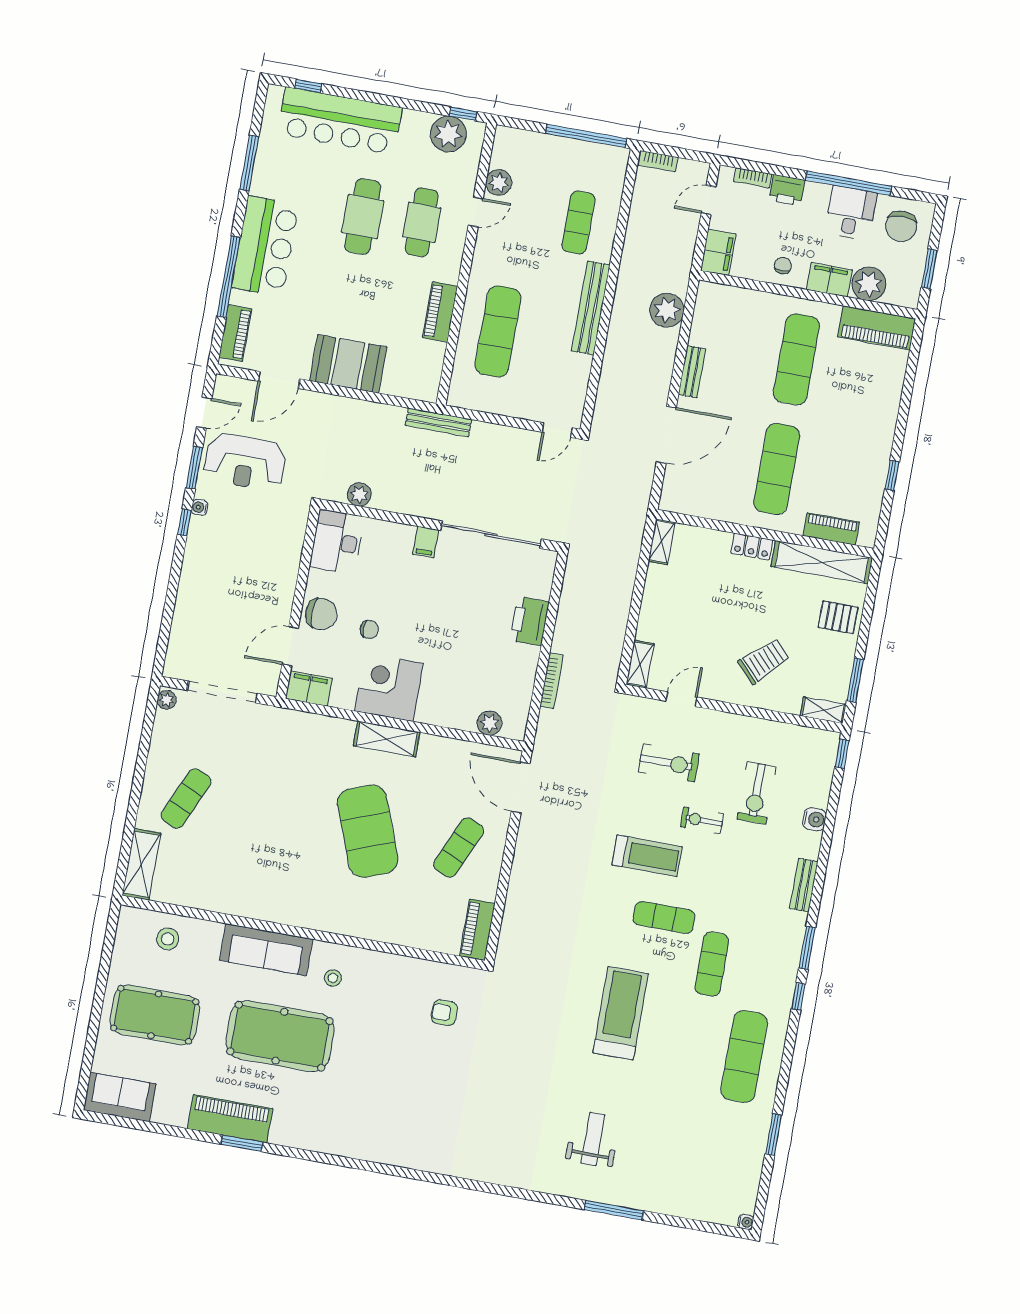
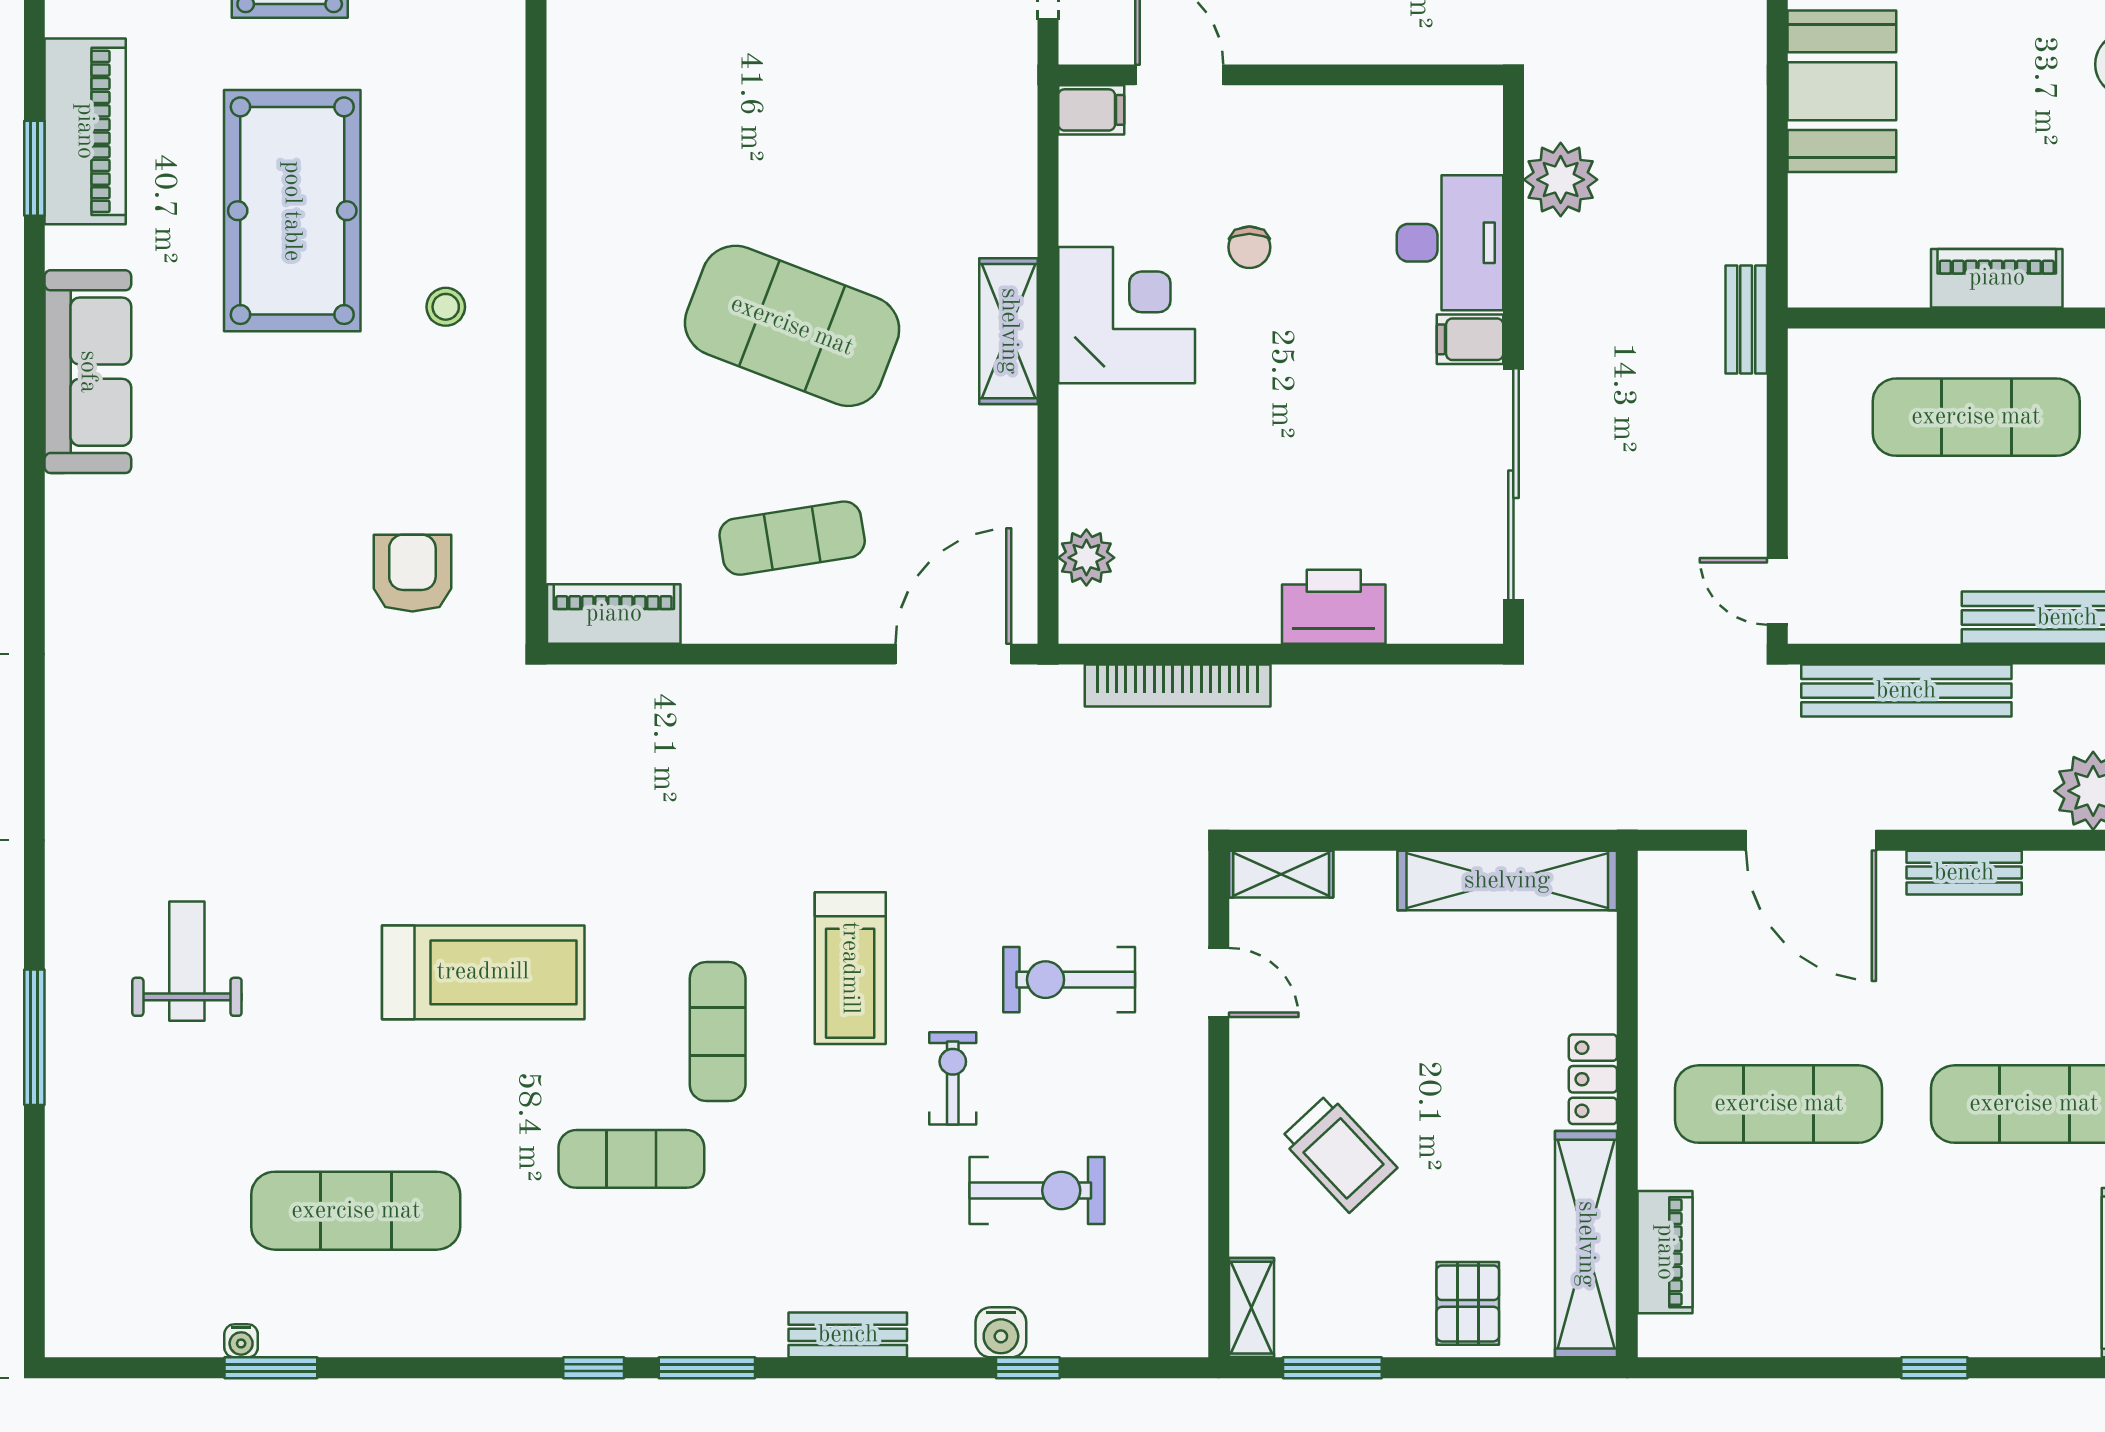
bench: (610, 382) -> (1906, 691), added
bench: (438, 422) -> (1746, 319), width x0.73
window: (892, 475) -> (1934, 1368), moved
plant: (359, 494) -> (1561, 180), width x1.36, depth x1.36
desk: (337, 542) -> (1450, 243), moved, turned 90
shelving: (662, 542) -> (1507, 881), width x2.20, depth x1.33
chair: (321, 614) -> (1265, 132), removed
bookcase: (551, 681) -> (1178, 686), width x1.48, depth x1.31
filing cabinet: (309, 688) -> (1091, 110), width x0.50
window: (842, 754) -> (1028, 1368), moved
exercise bike: (669, 763) -> (1069, 980), turned 90
exercise bike: (757, 793) -> (1037, 1190), turned 180
exercise mat: (368, 831) -> (792, 326), turned 42
exercise mat: (459, 848) -> (792, 538), turned -33
sofa: (266, 950) -> (88, 372), moved, turned 180
armchair: (444, 1013) -> (412, 573), width x1.38, depth x1.38
exercise mat: (744, 1056) -> (356, 1211), moved
weight bench: (593, 1139) -> (187, 961), turned -90
water cooler: (746, 1222) -> (241, 1341), moved

